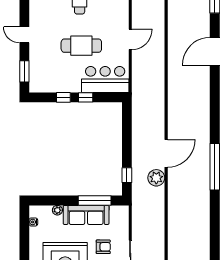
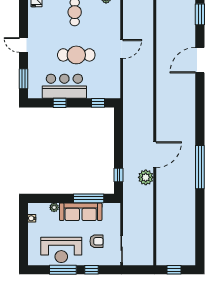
bar counter: (105, 79) -> (64, 86), moved
window: (86, 97) -> (98, 103), moved

